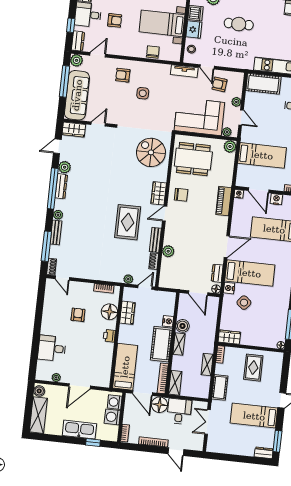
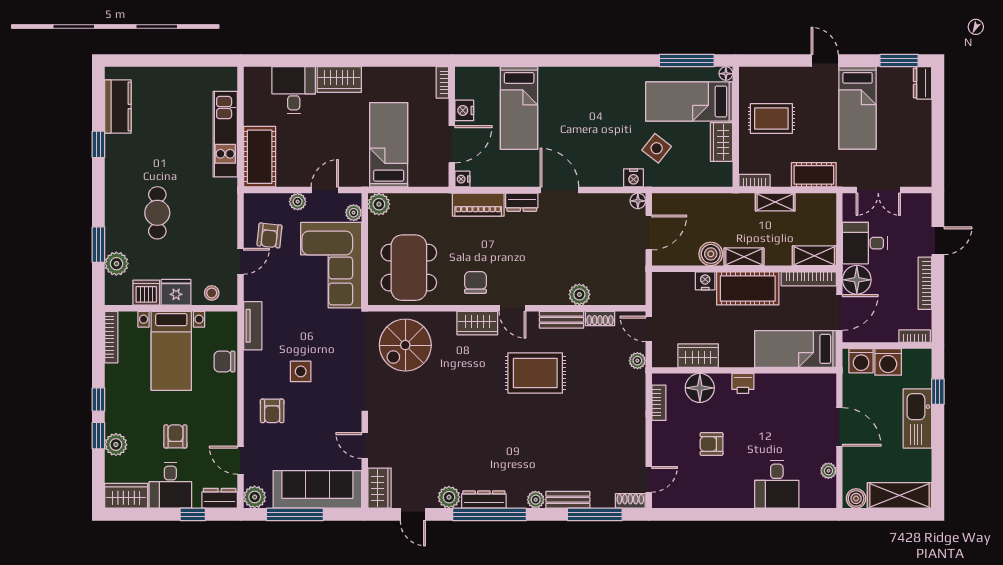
tv unit: (184, 71) -> (253, 326), moved
dresser: (217, 273) -> (522, 202), moved
bed: (250, 273) -> (689, 102), moved, turned -90
wardrobe: (229, 337) -> (721, 142), moved

